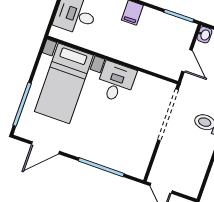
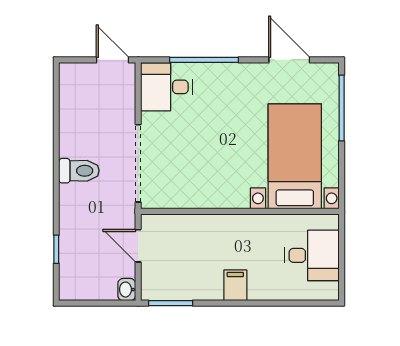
desk: (116, 82) -> (166, 87), moved, turned 90
door: (45, 148) -> (289, 60), hinge flipped

